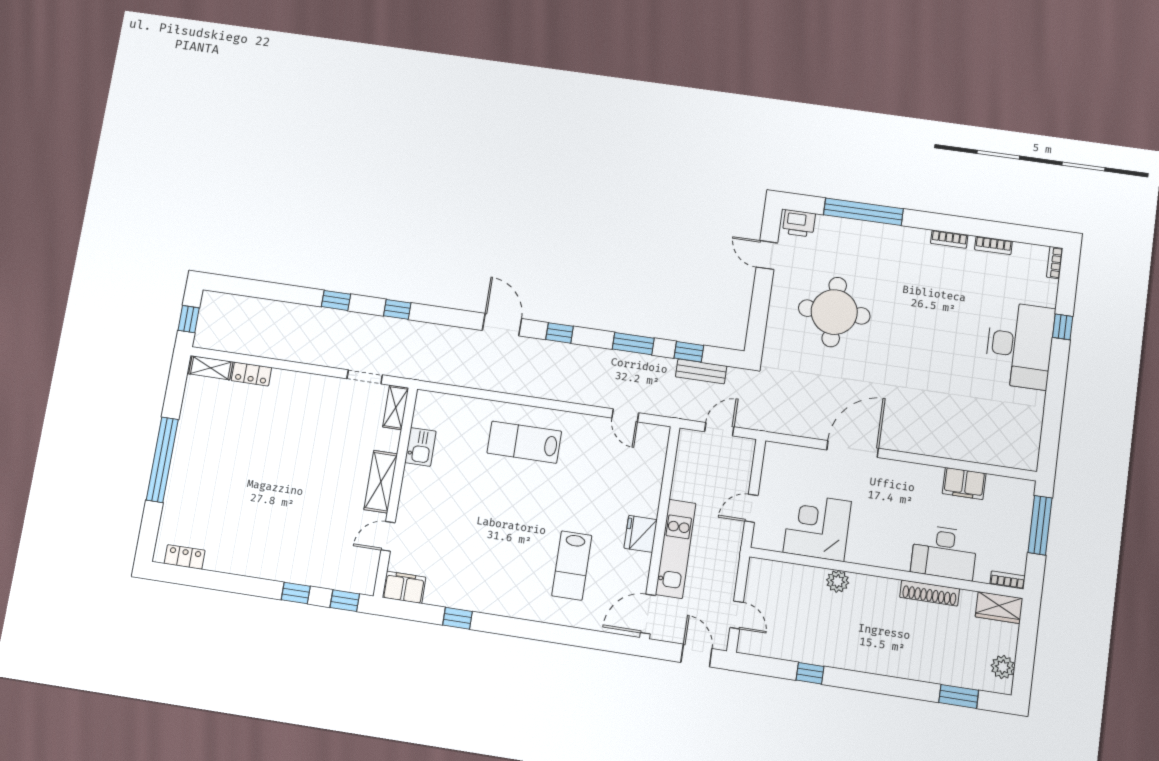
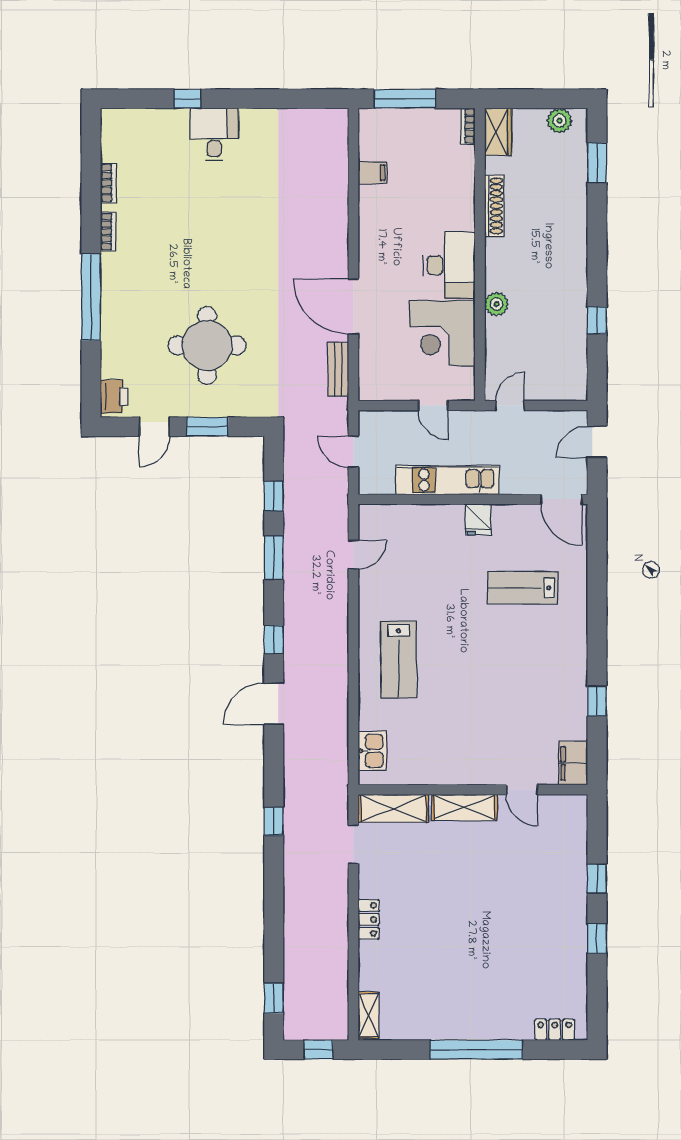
window: (863, 212) -> (91, 297), moved
bookcase: (1055, 263) -> (118, 115), removed
window: (336, 300) -> (274, 998), moved
window: (760, 302) -> (207, 427), added
desk: (1020, 345) -> (214, 134), width x0.53, depth x0.77
bench: (701, 371) -> (338, 369), moved
locker: (251, 374) -> (369, 919), moved
shelving: (396, 407) -> (393, 808), width x1.50, depth x1.33
kitchen sink: (420, 447) -> (372, 751), moved, turned 90
filing cabinet: (964, 483) -> (373, 173), width x0.50
fridge: (641, 534) -> (478, 519), width x0.72
kitchen unit: (676, 549) -> (448, 480), moved
desk: (944, 552) -> (449, 265), moved
locker: (185, 557) -> (555, 1030), moved, turned 90
lab bench: (572, 565) -> (523, 588), turned 180
window: (345, 601) -> (597, 939), moved
door: (737, 615) -> (510, 406), moved

